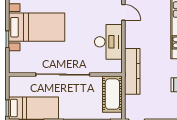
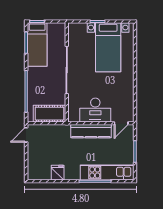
kitchen counter: (132, 71) -> (91, 131), moved

